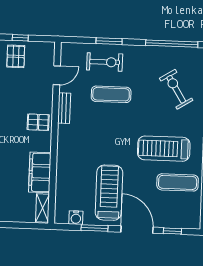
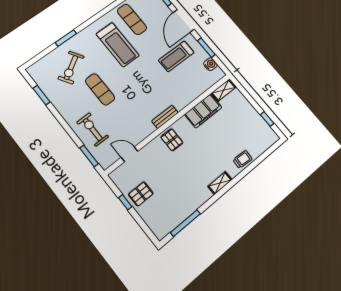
window: (109, 41) -> (89, 156), moved
window: (172, 44) -> (41, 95), width x0.47
exercise mat: (111, 94) -> (100, 89), moved
bench: (64, 108) -> (165, 117), moved
treadmill: (109, 193) -> (176, 56), width x0.73, depth x0.73

